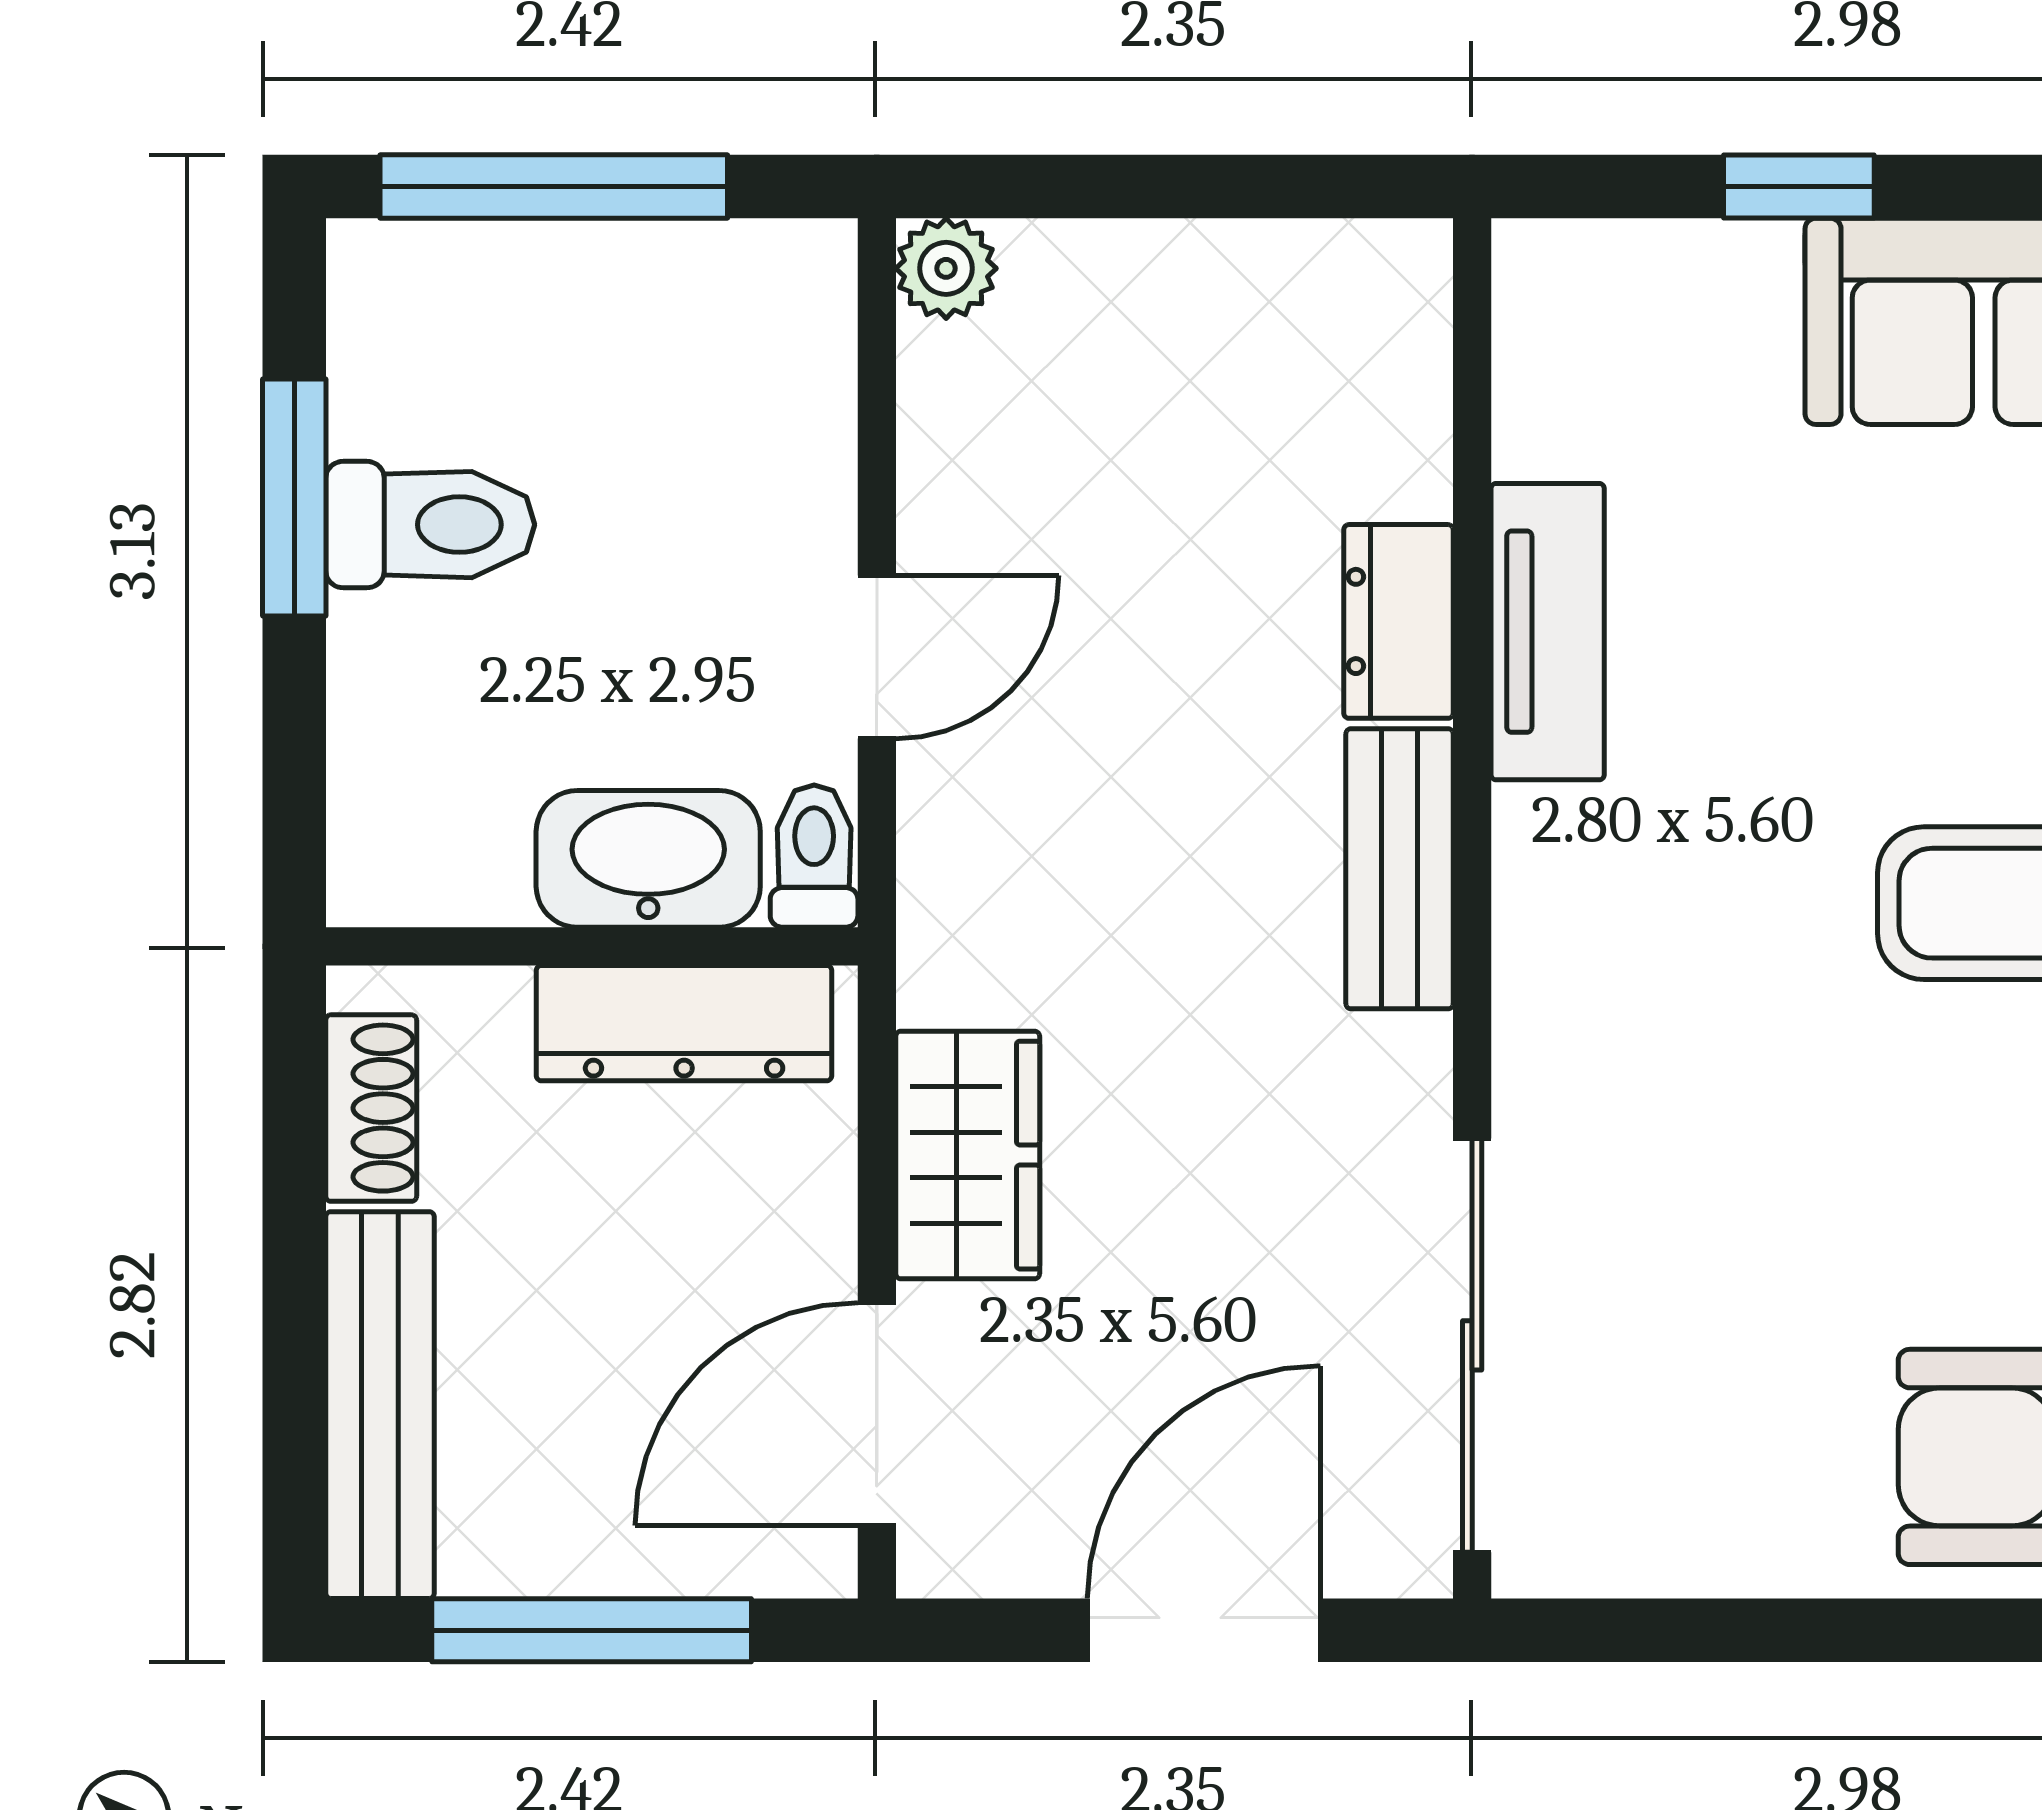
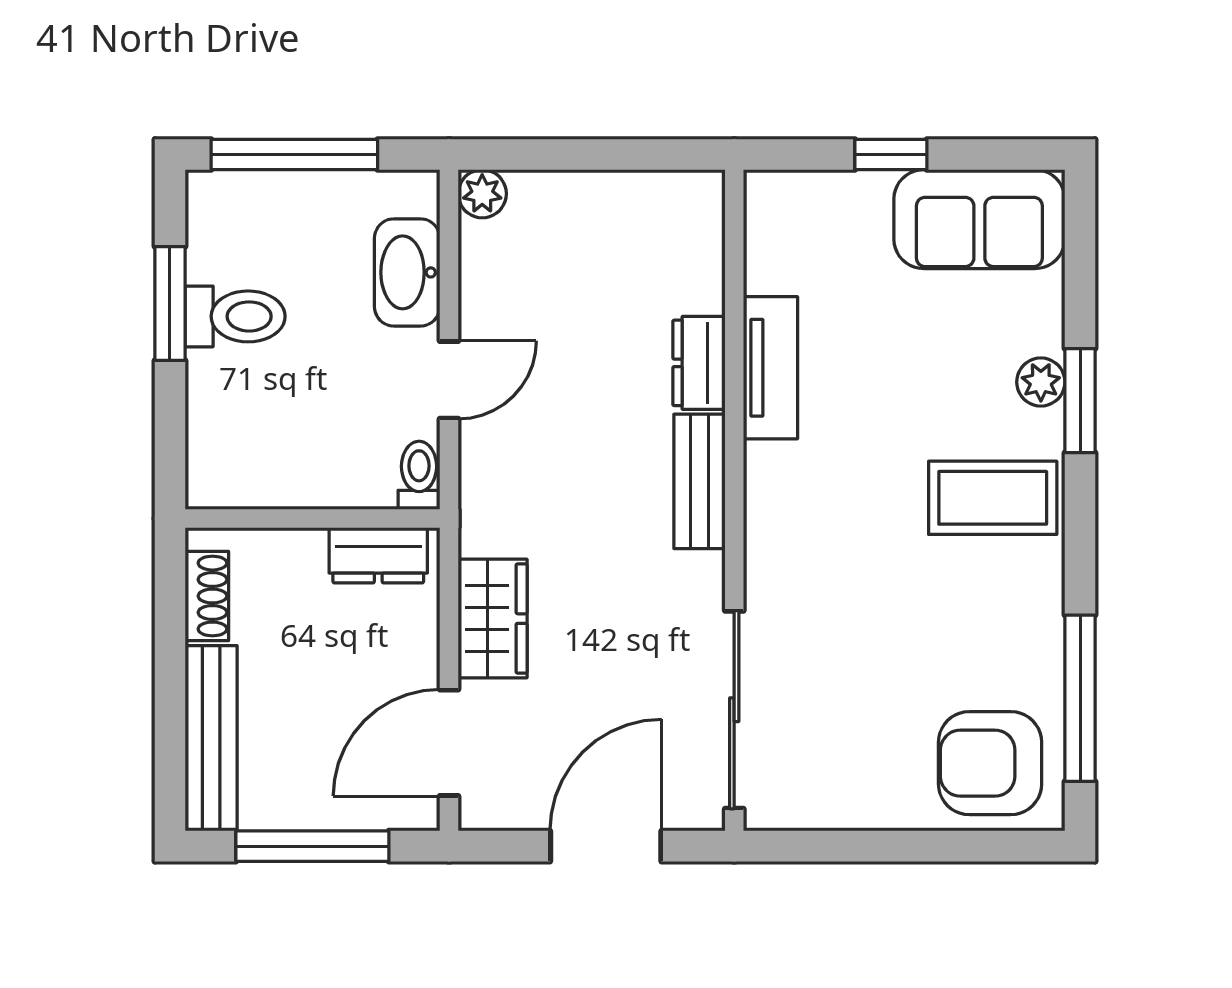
washbasin: (648, 859) -> (407, 272), moved, turned -90
dresser: (684, 1023) -> (378, 555), width x0.70

